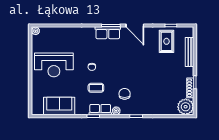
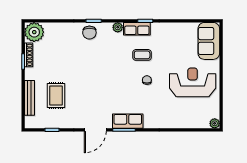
door: (135, 26) -> (95, 130), swing flipped
rug: (166, 41) -> (56, 96), moved
chair: (125, 94) -> (89, 33), moved
sofa: (59, 106) -> (209, 41), moved, turned 90

